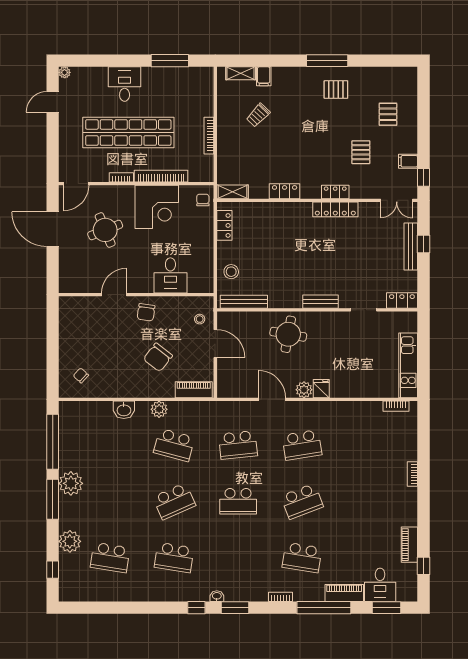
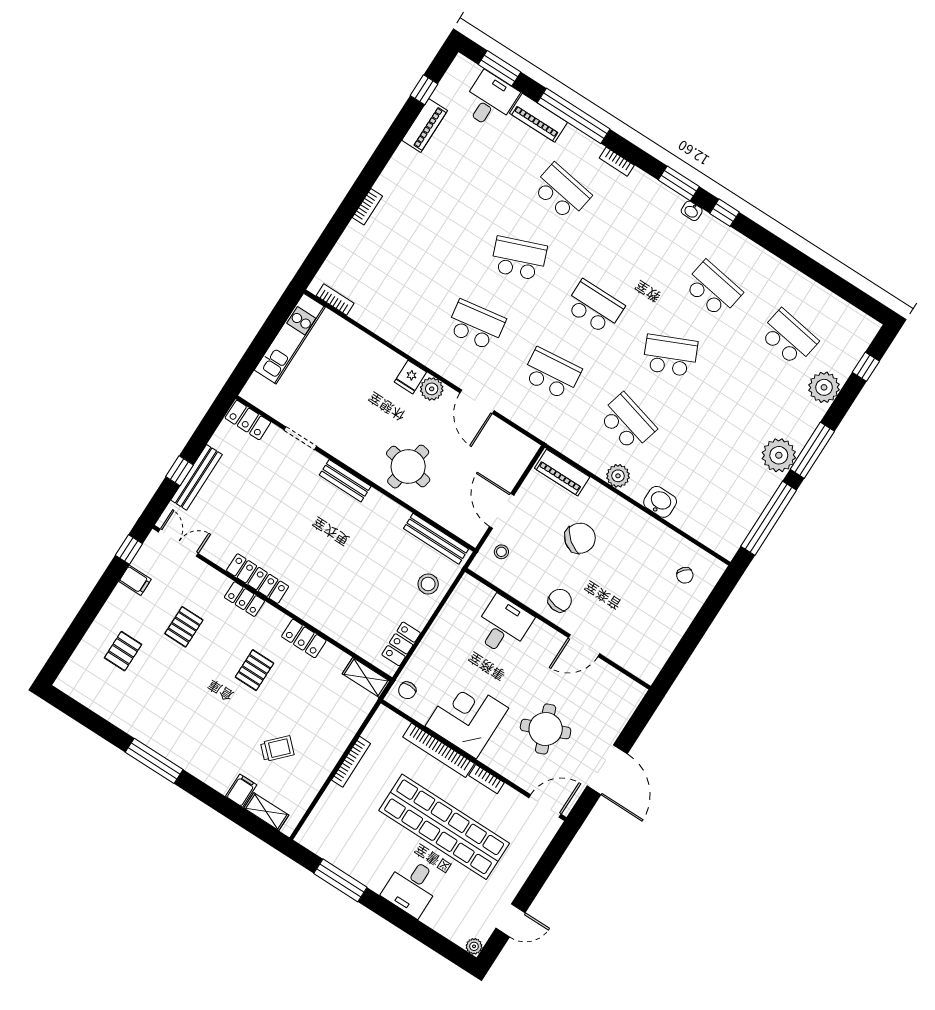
pallet: (336, 90) -> (254, 670), moved, turned 90

